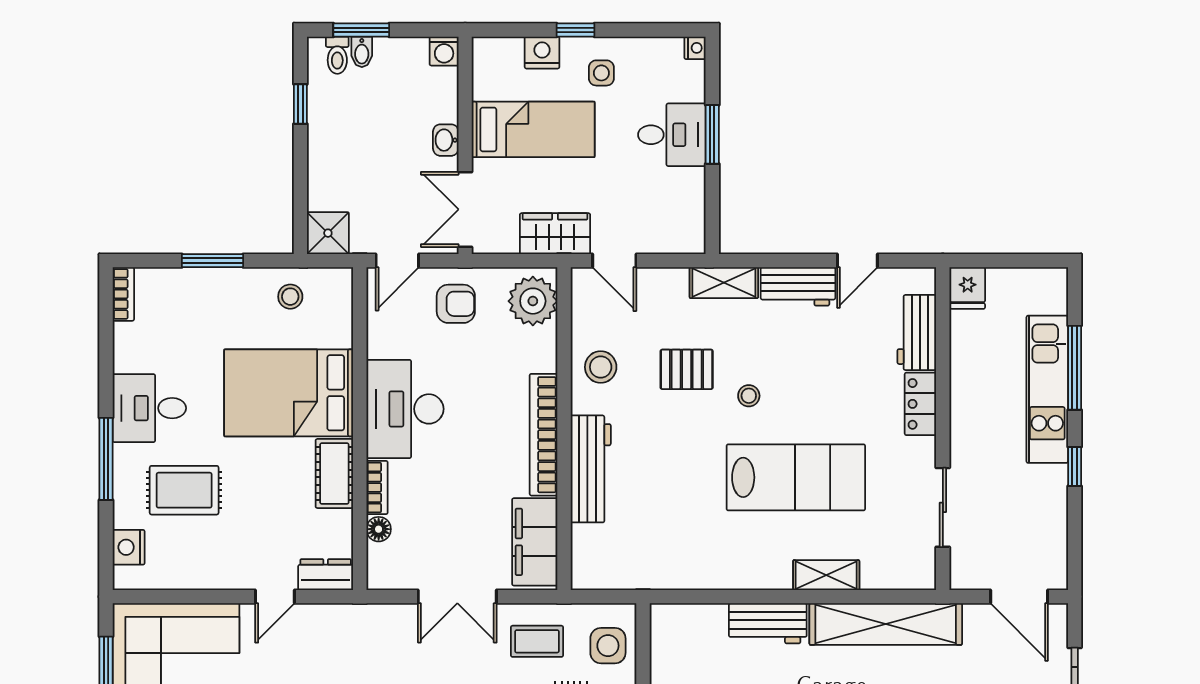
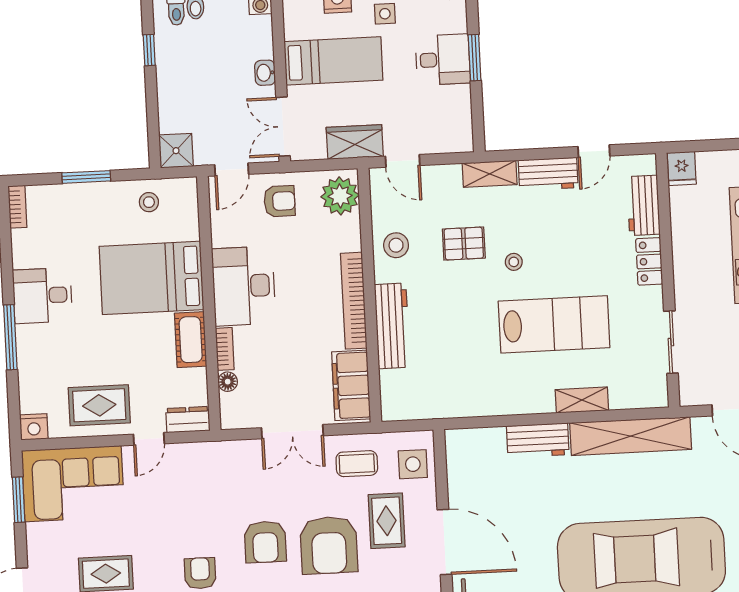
rug: (184, 490) -> (99, 405), moved
nightstand: (129, 547) -> (34, 427), moved, turned -90

